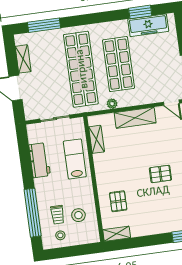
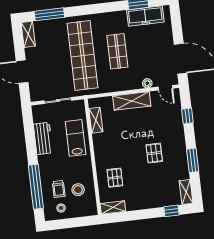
shelving: (23, 59) -> (28, 34), moved
shop shelf: (119, 64) -> (117, 51), width x0.70, depth x0.74
plant: (112, 104) -> (147, 83), moved
pallet: (160, 174) -> (154, 153), turned 90

